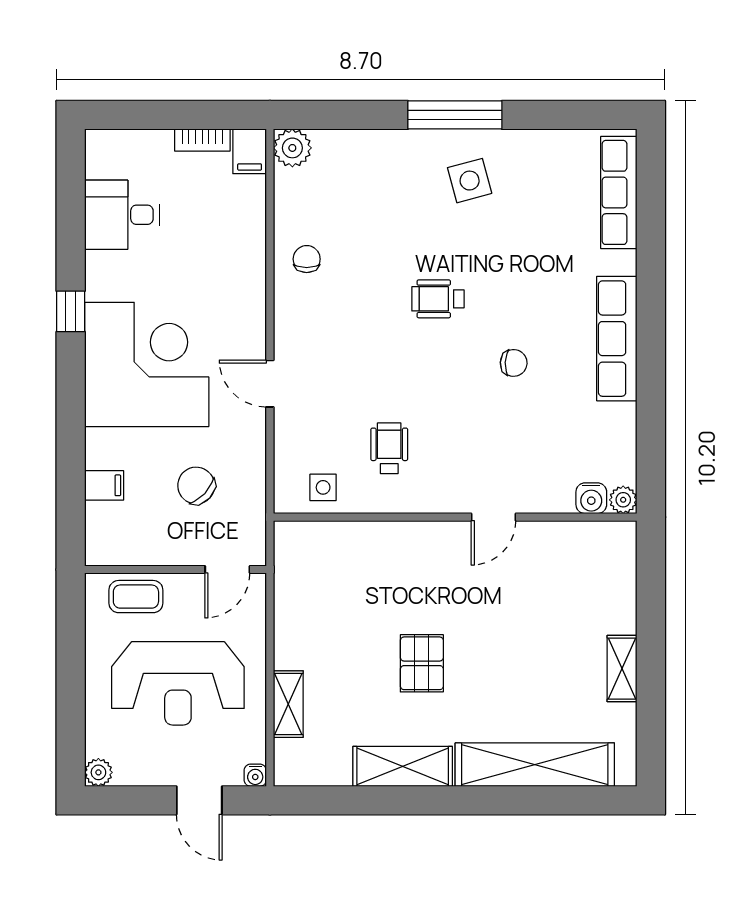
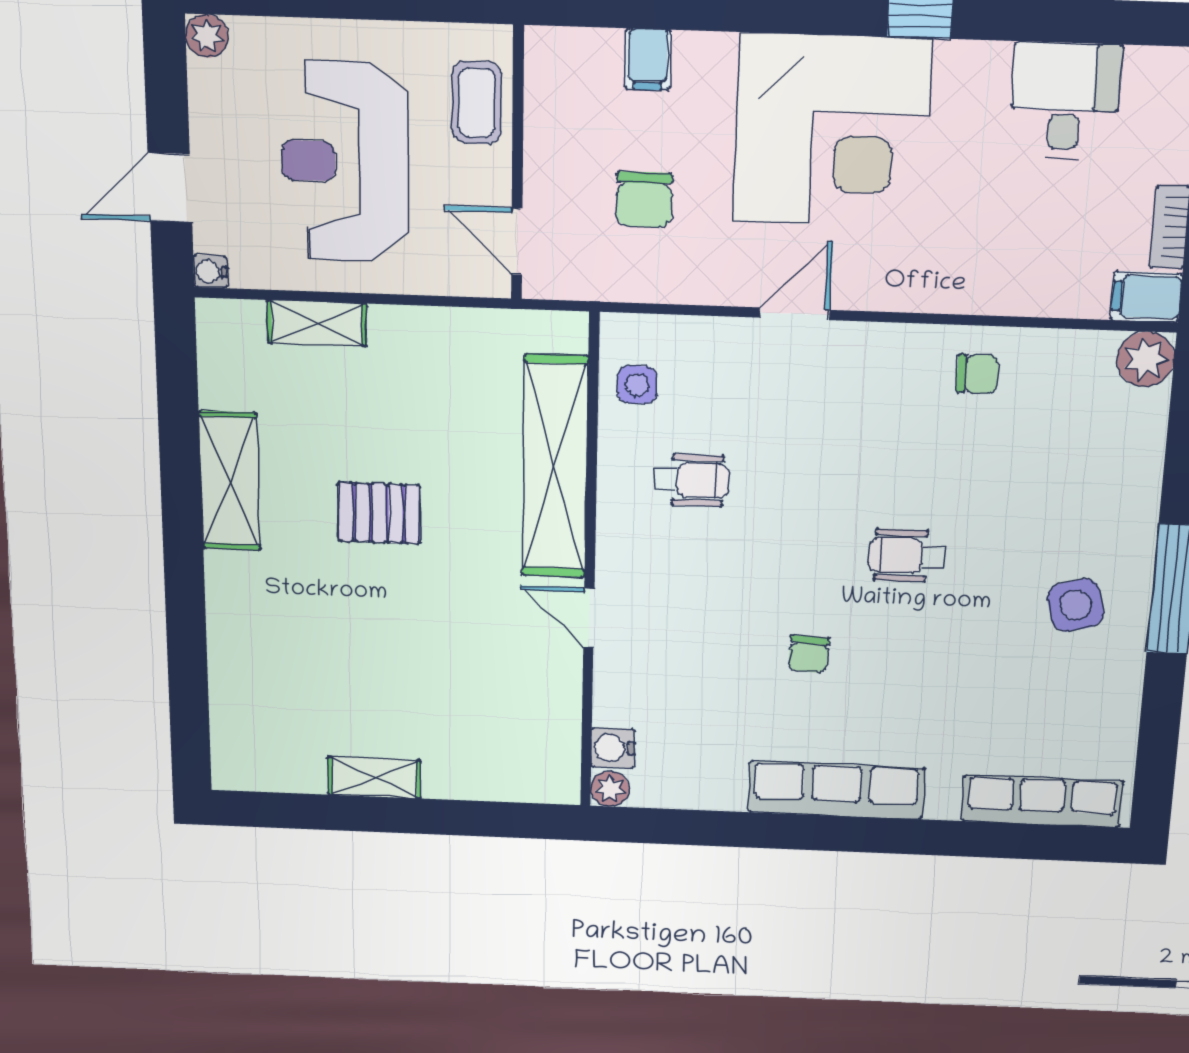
wheelchair: (438, 299) -> (907, 556), turned -90
chair: (196, 486) -> (644, 200), turned 137
shelving: (535, 765) -> (555, 467), moved

